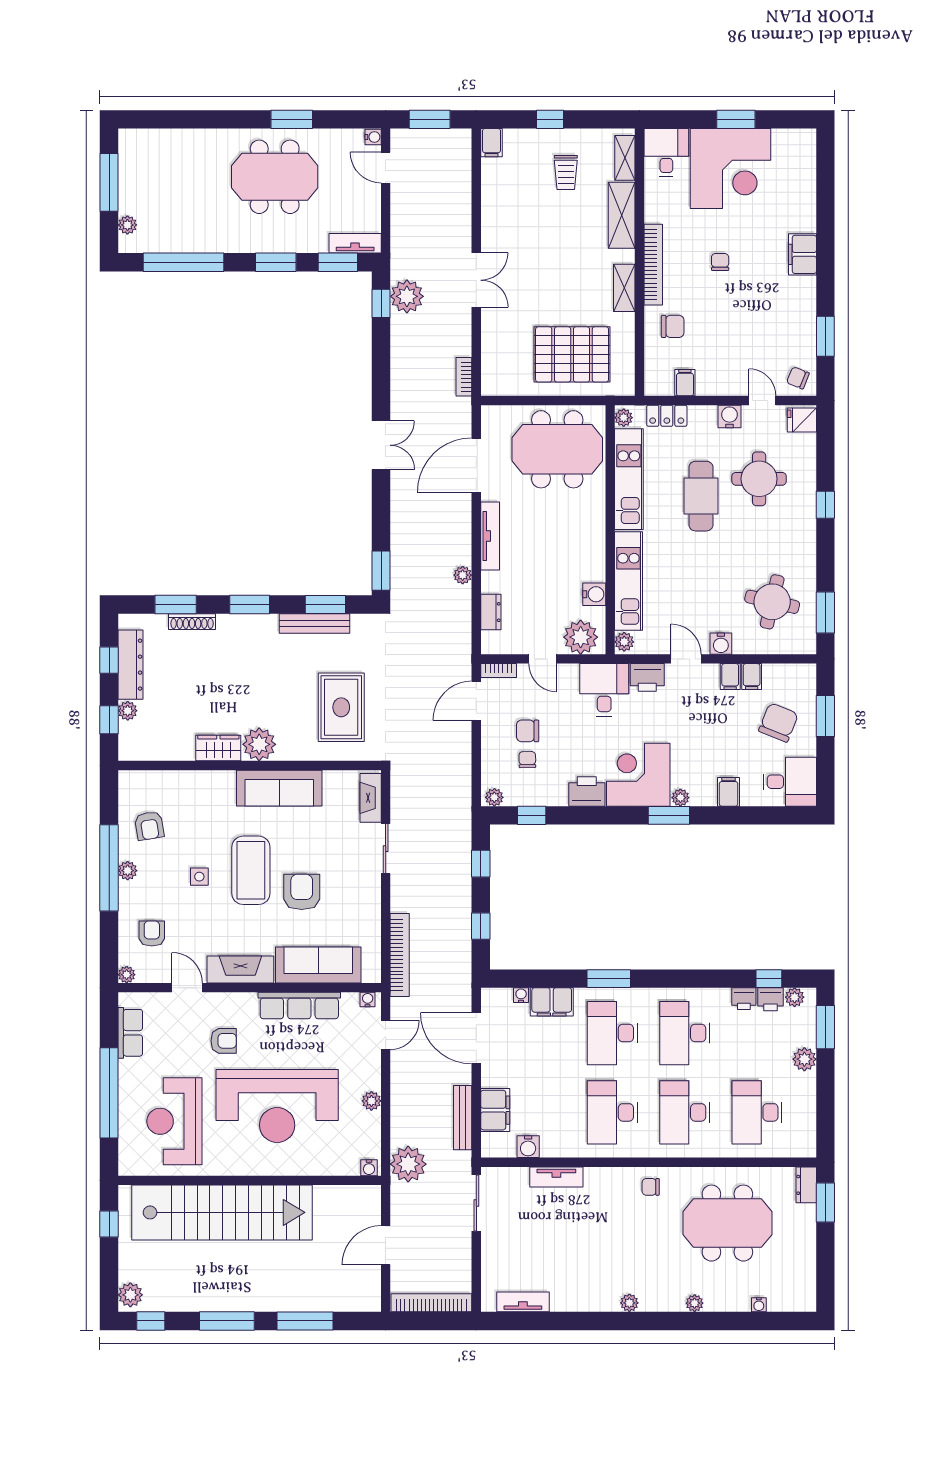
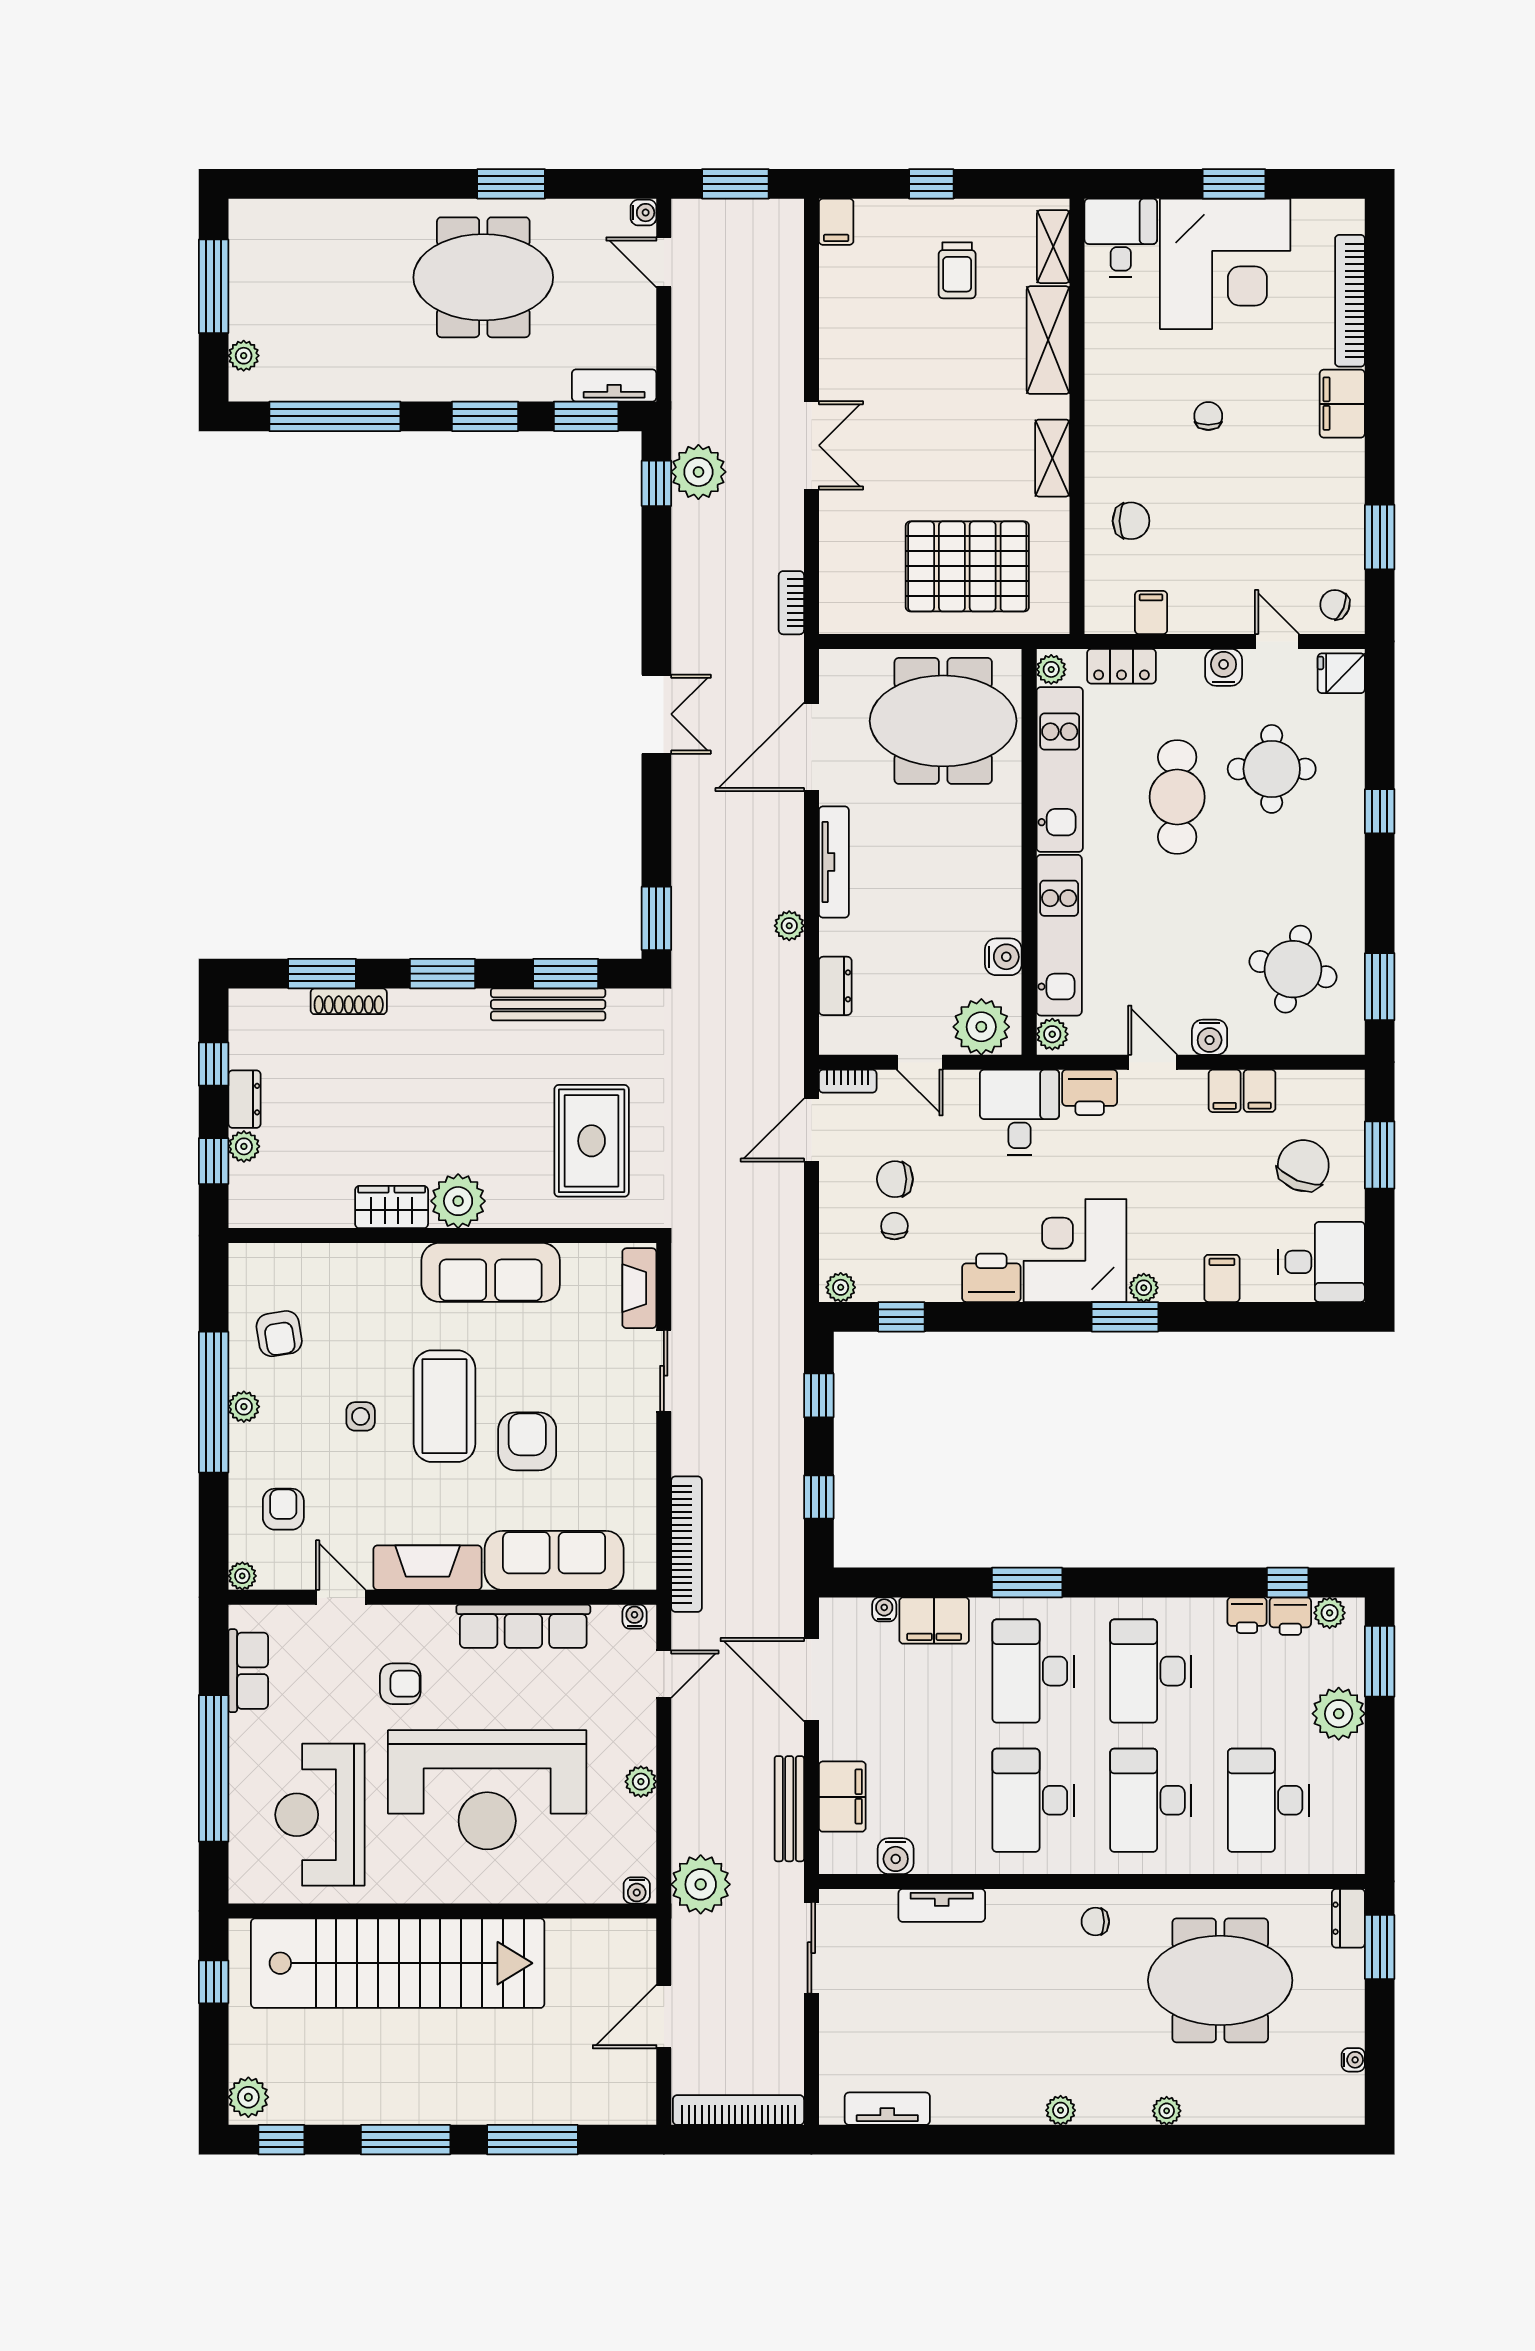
bookcase: (653, 265) -> (1350, 301), moved, turned 180
dresser: (130, 665) -> (245, 1099), width x0.51, depth x0.80
plant: (804, 1059) -> (1339, 1714), width x1.36, depth x1.36
water cooler: (759, 1305) -> (1353, 2060), moved, turned -90

